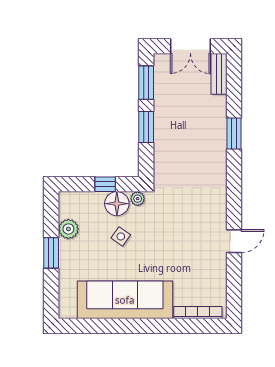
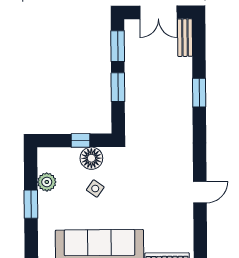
plant: (138, 199) -> (111, 153), removed

